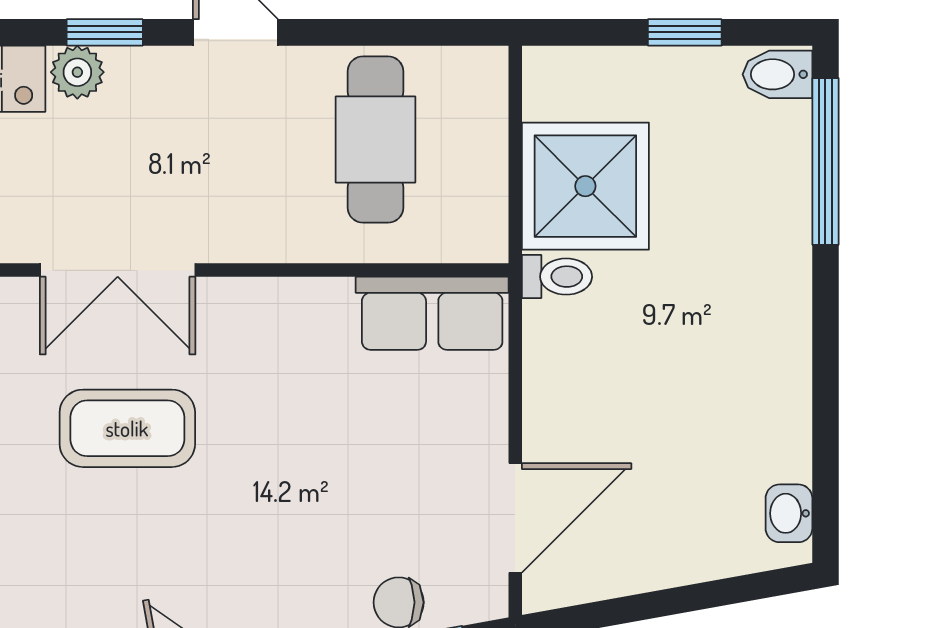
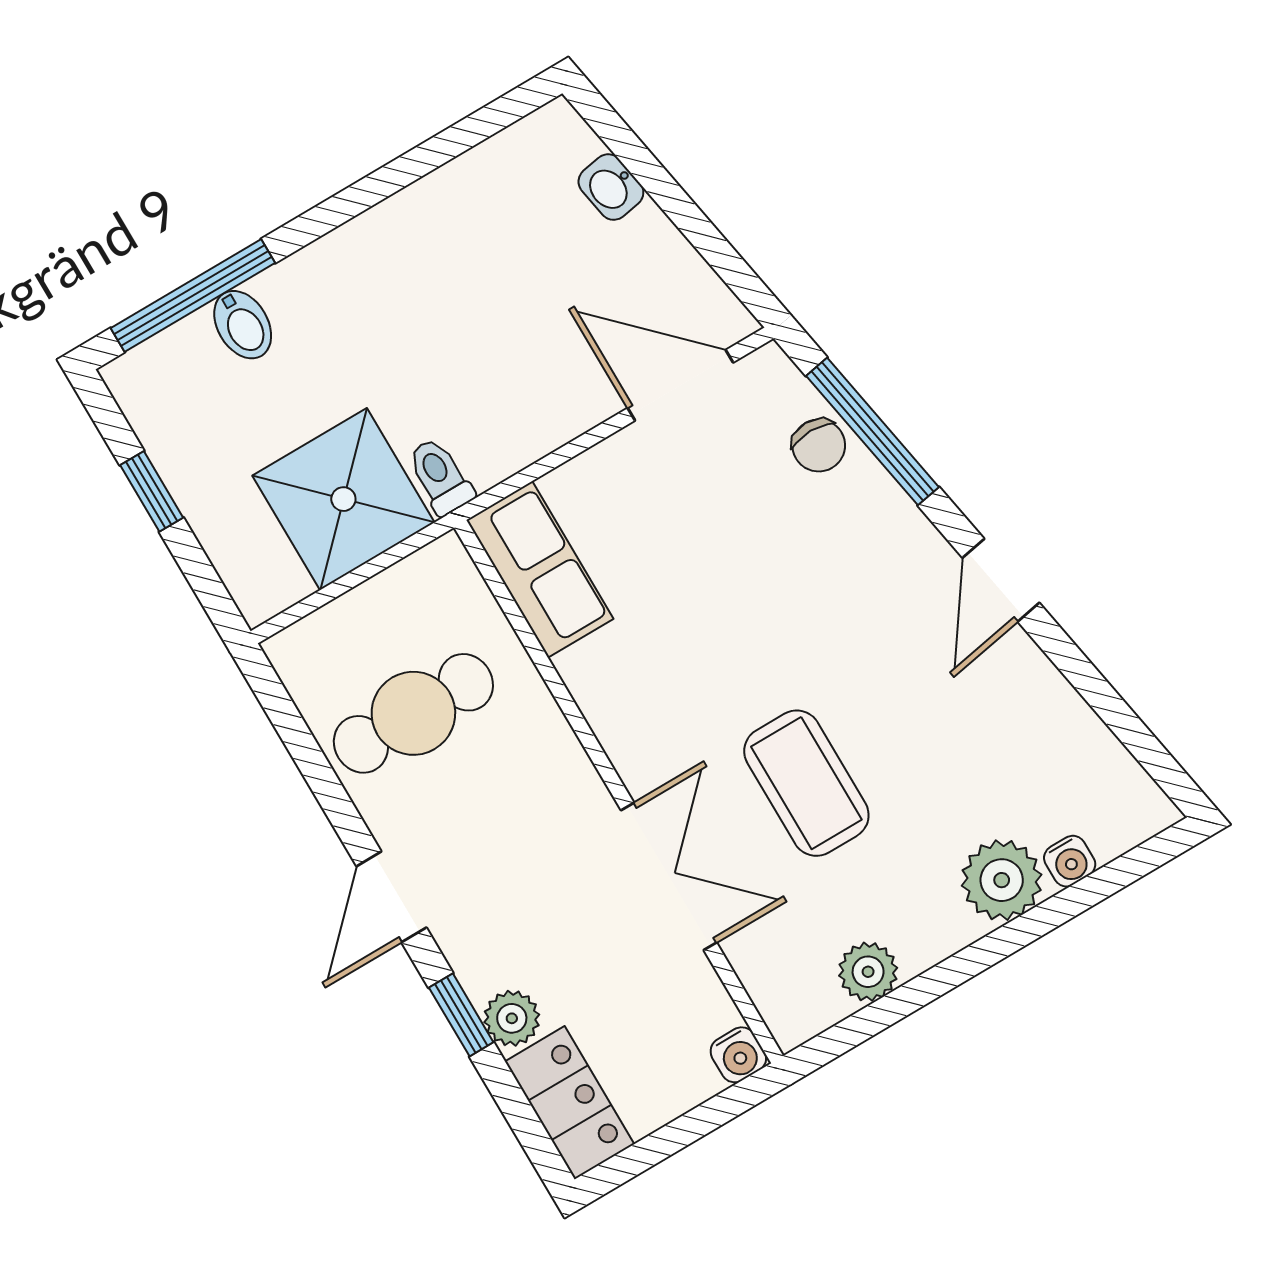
bidet: (777, 74) -> (243, 325), moved
washbasin: (789, 513) -> (611, 187), moved, turned 80

